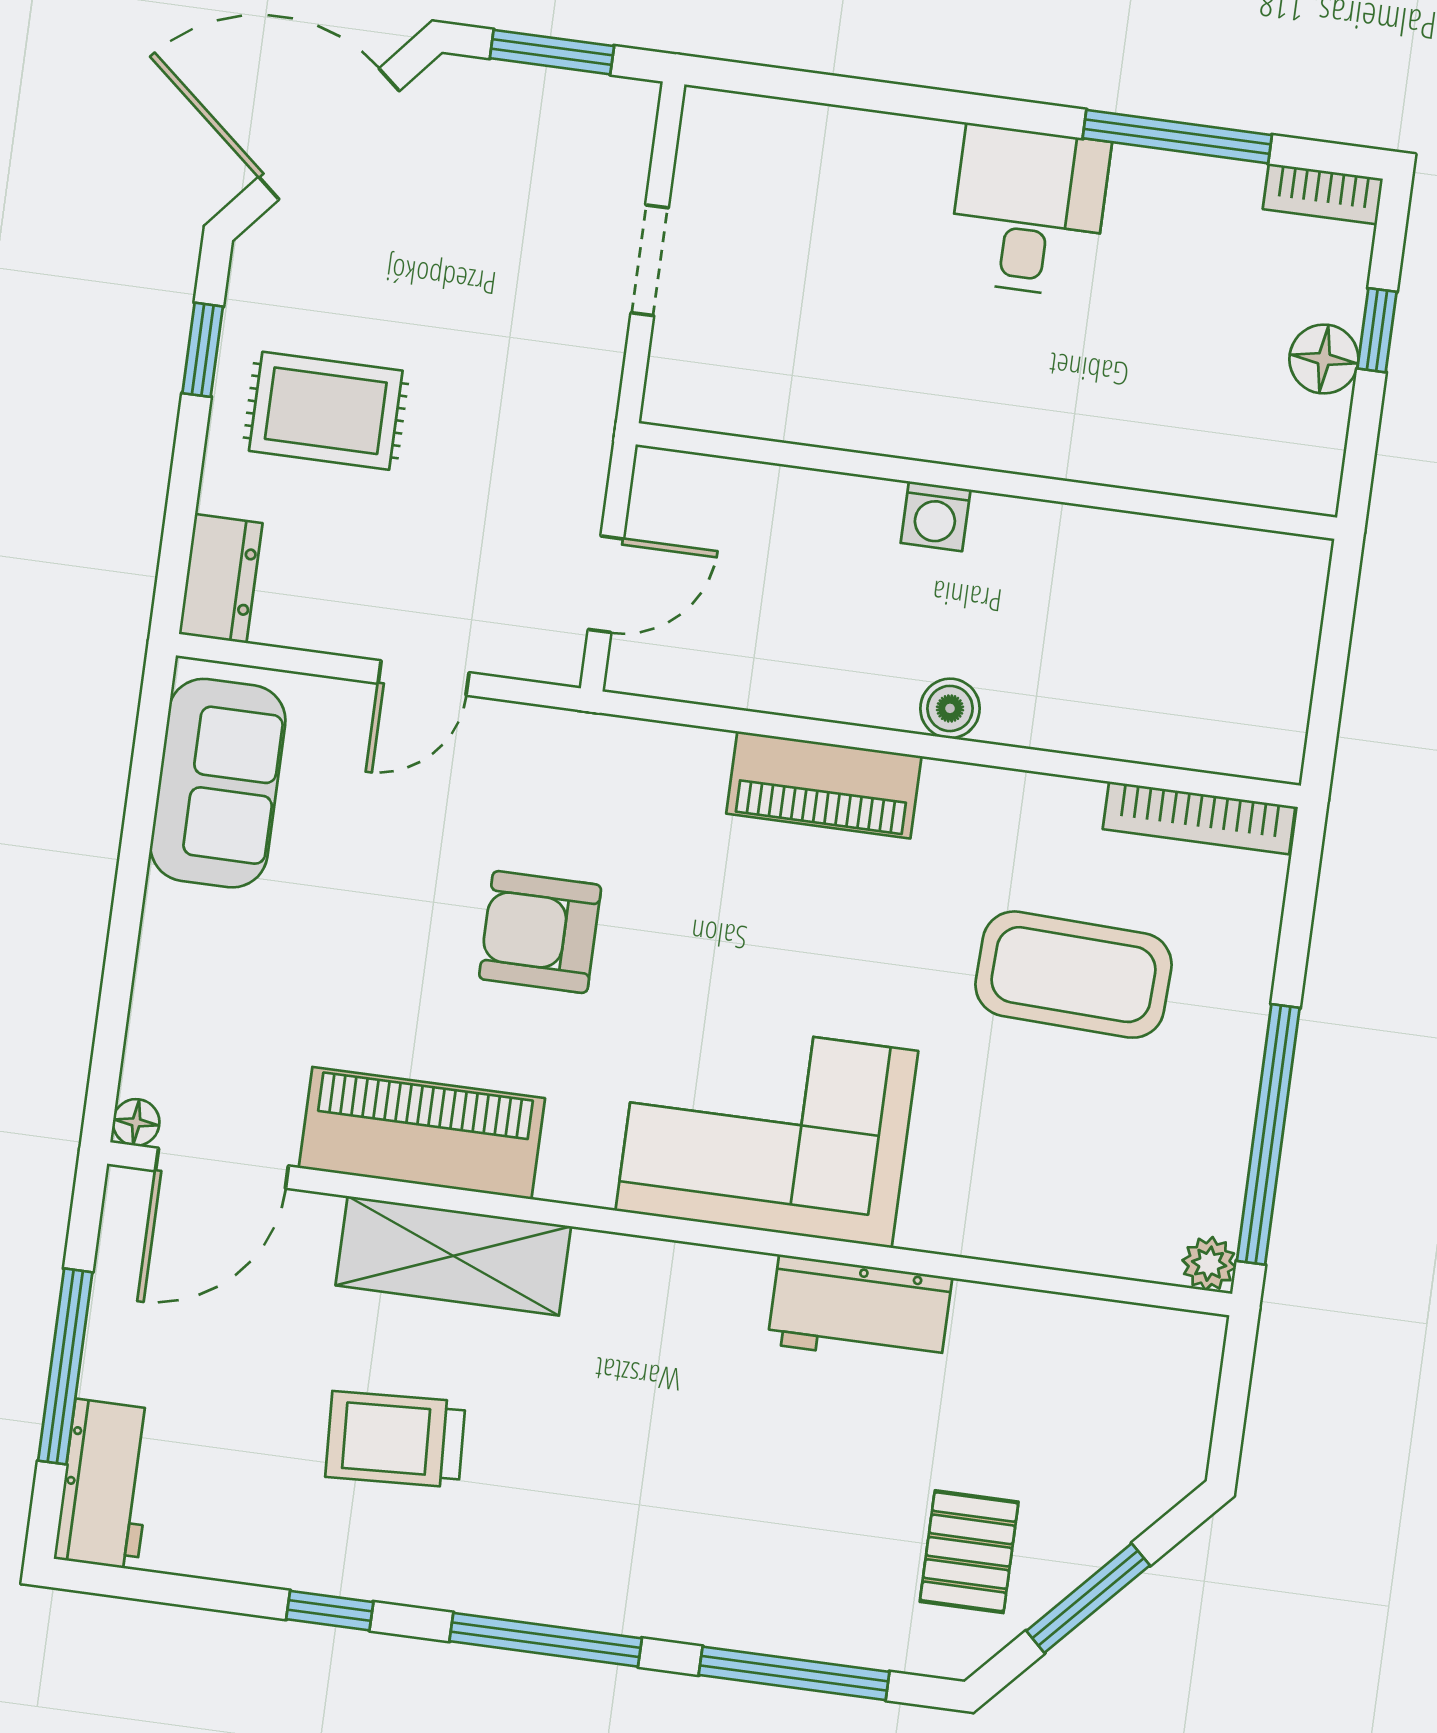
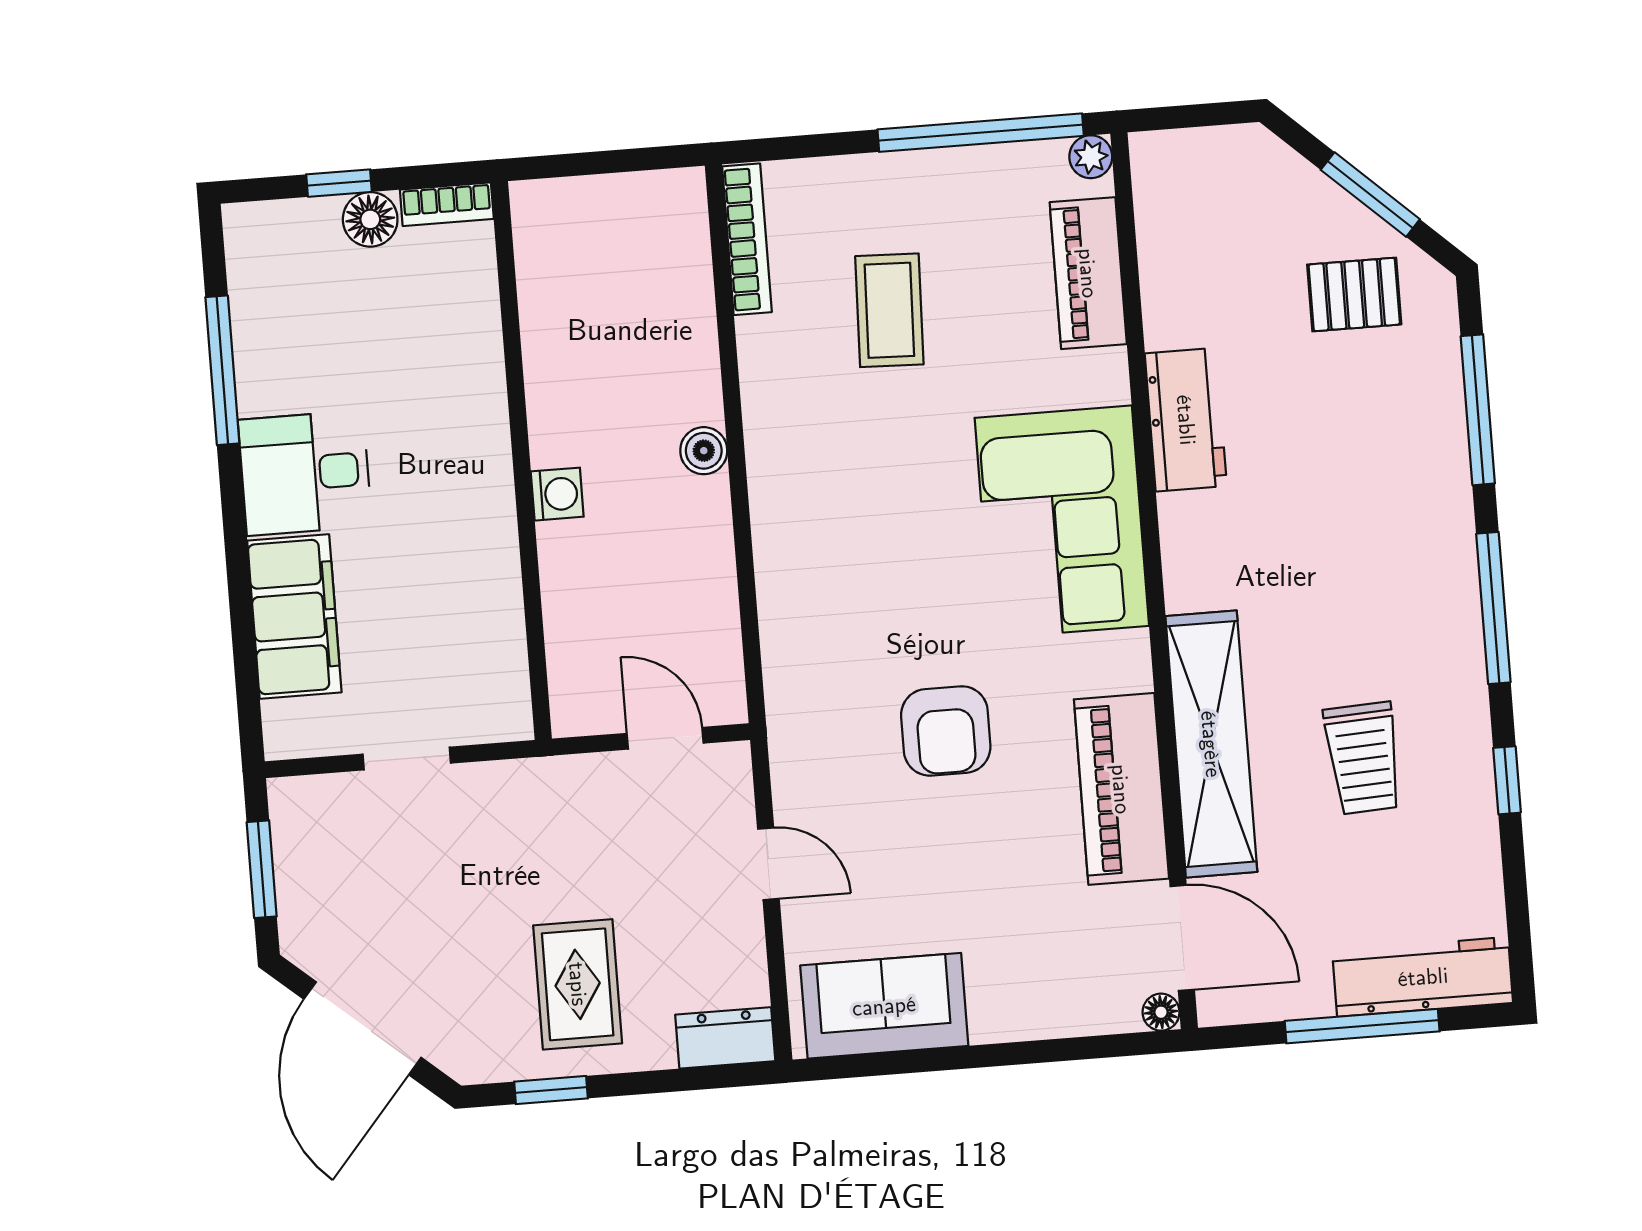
filing cabinet: (855, 160) -> (294, 616), added
bookcase: (1323, 194) -> (447, 204), moved, turned 90
piano: (824, 785) -> (1088, 273), moved, turned 180
coffee table: (1073, 975) -> (889, 310), width x0.73, depth x0.76
shelving: (453, 1256) -> (1211, 744), width x1.47
workbench: (106, 1484) -> (1423, 977), width x1.38

